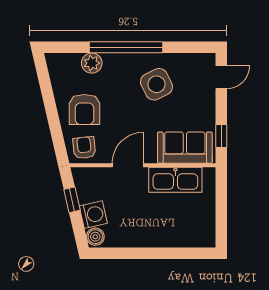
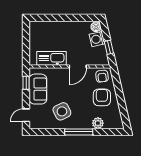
window: (126, 47) -> (79, 132), width x0.68
sofa: (185, 148) -> (38, 89), moved, turned -90

